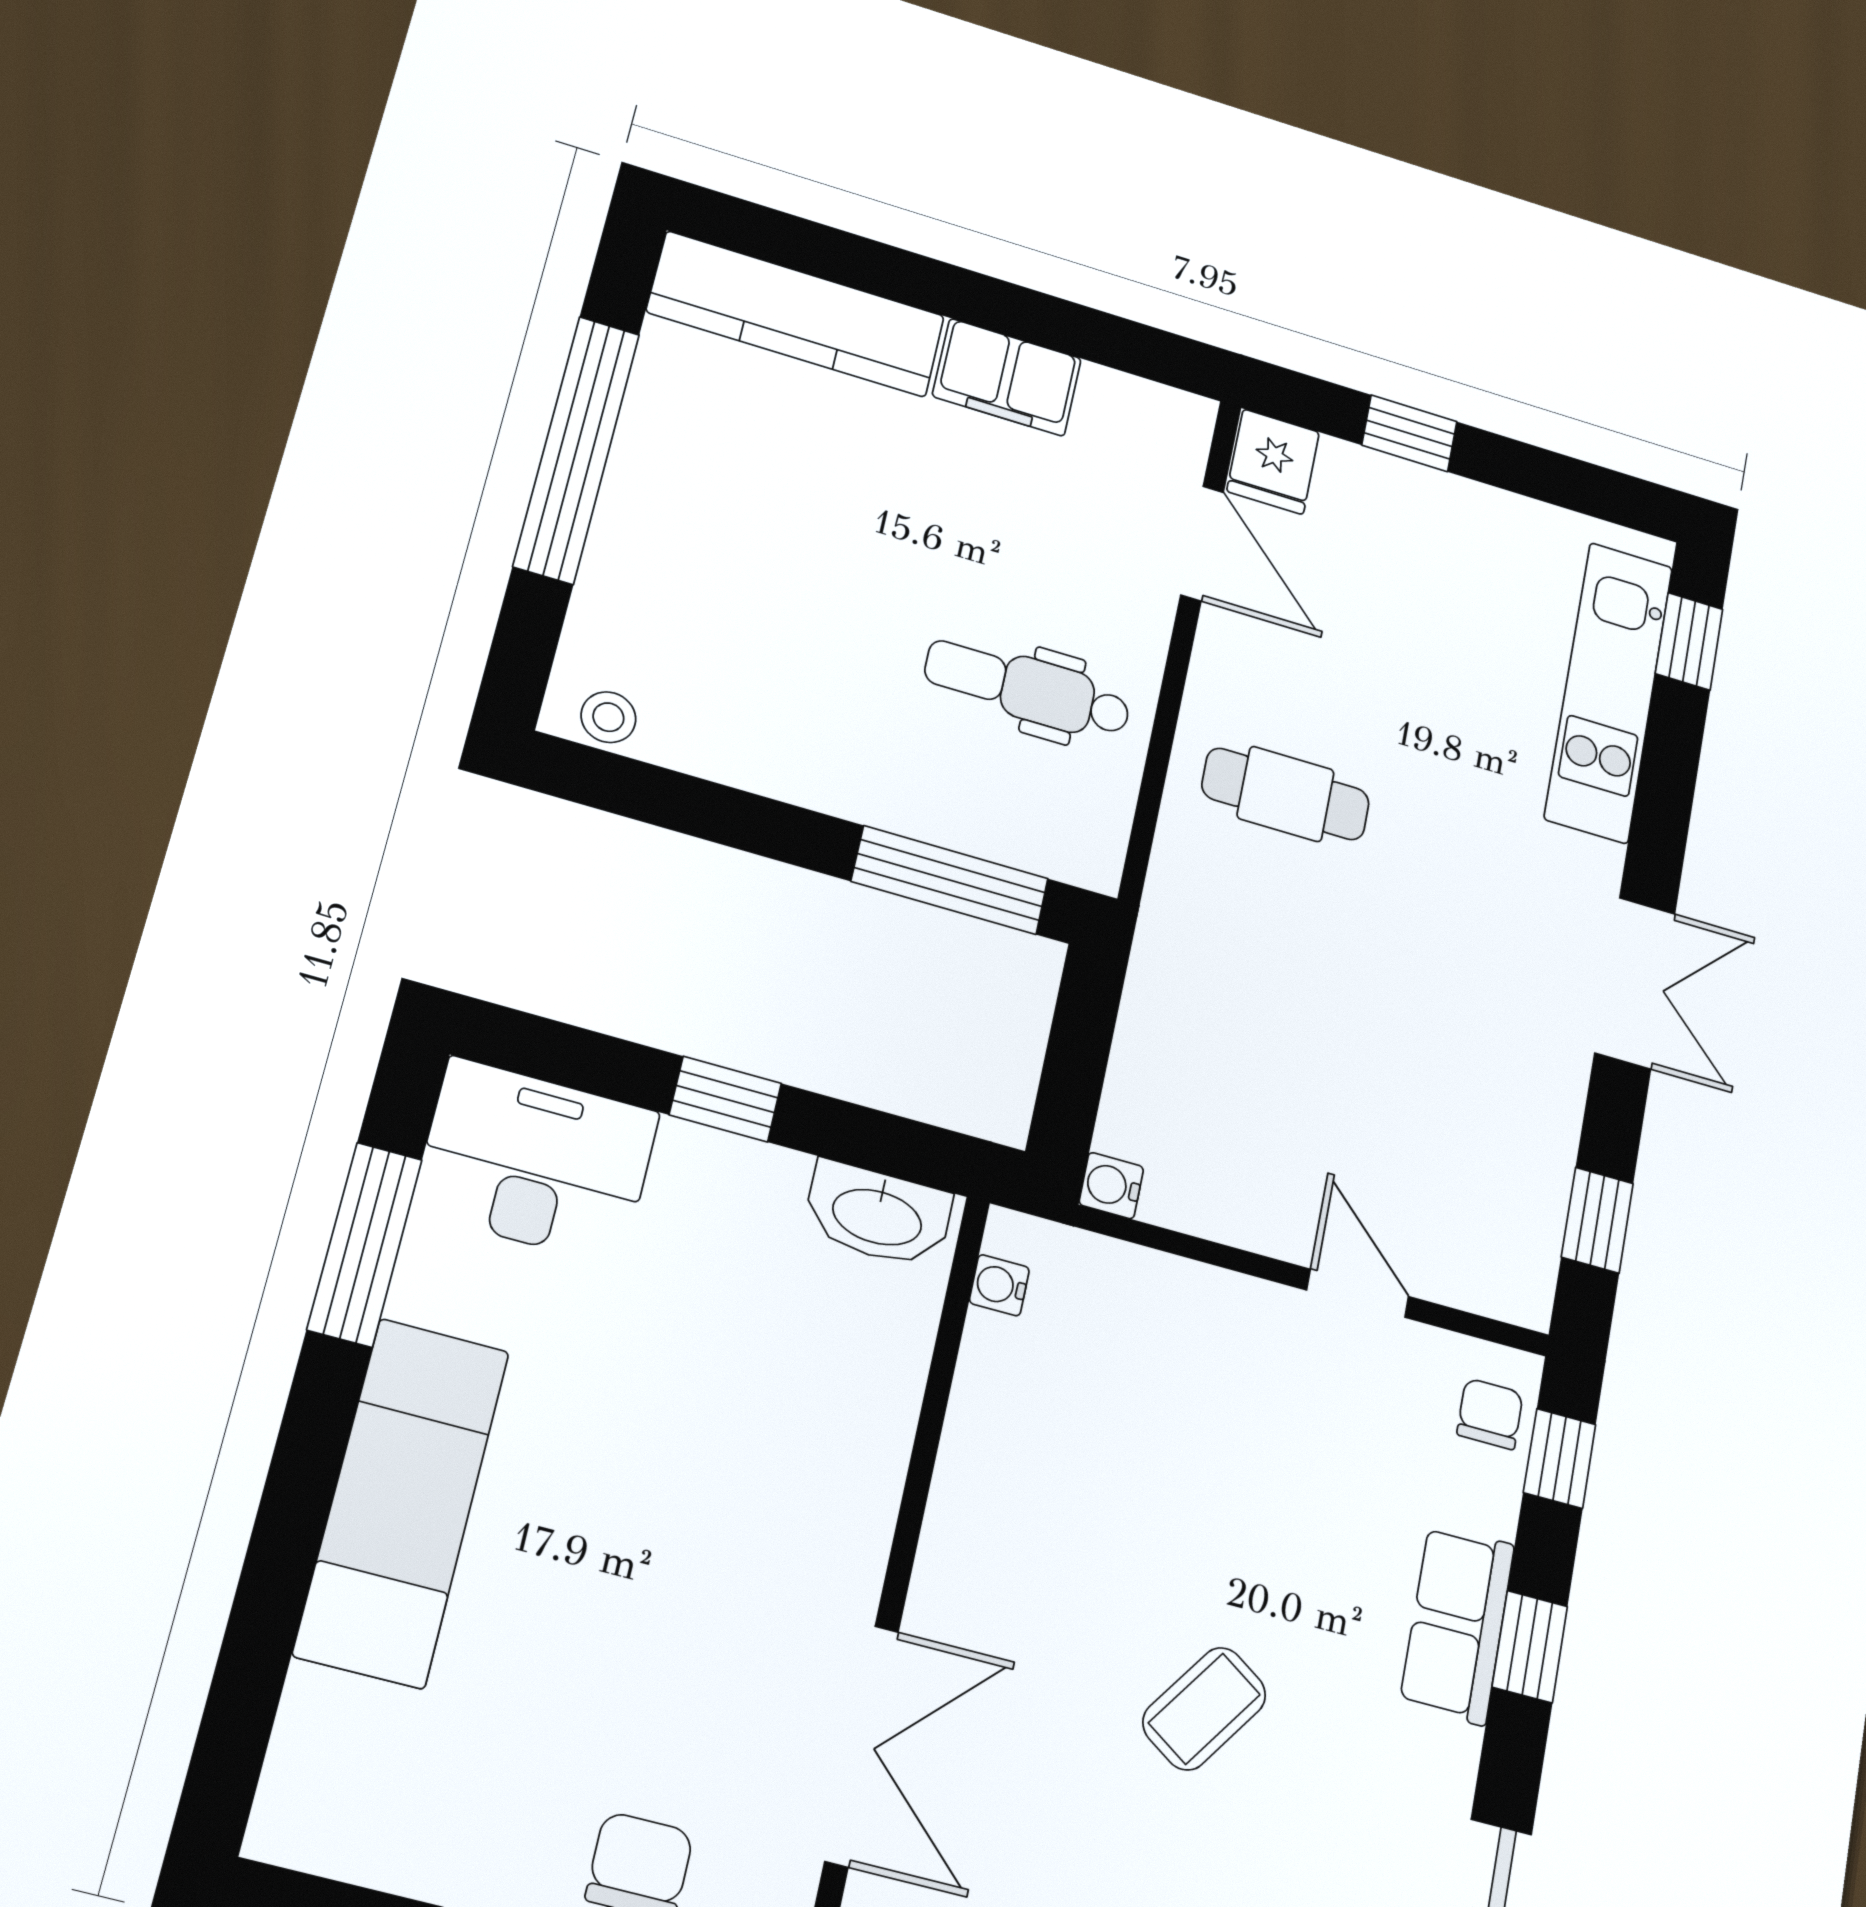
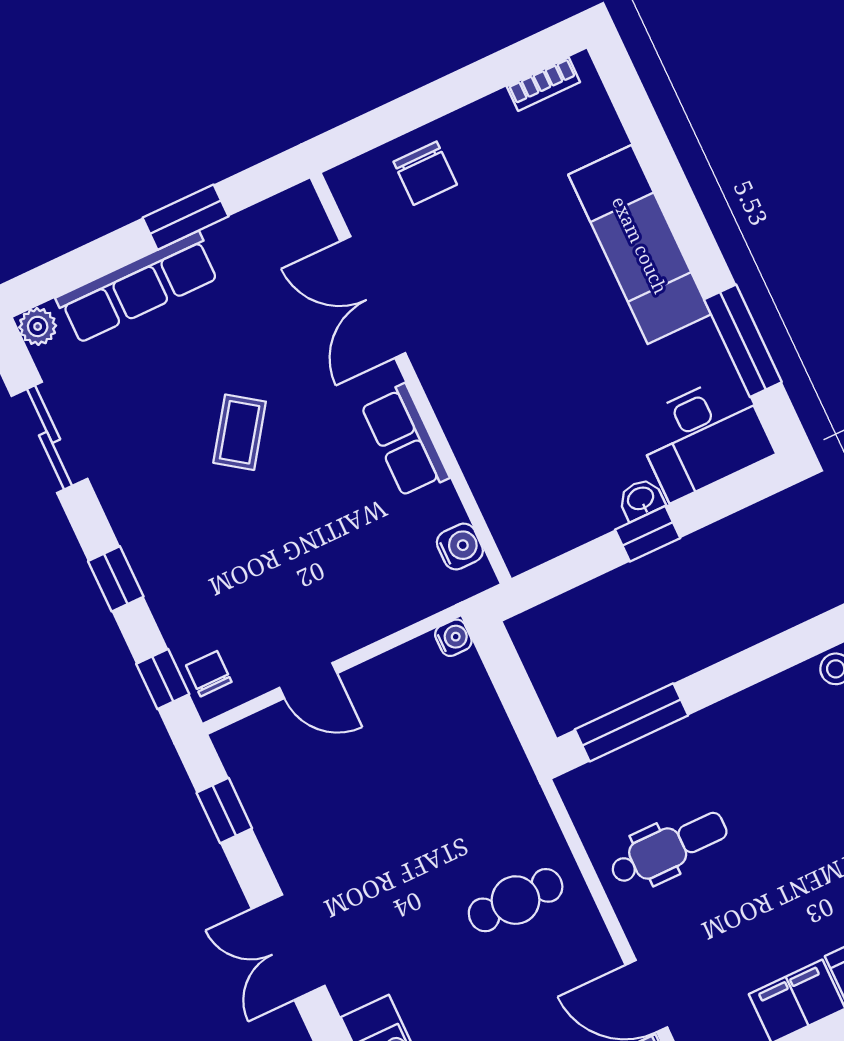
washbasin: (878, 1215) -> (641, 499), moved, width x0.52, depth x0.69
water cooler: (999, 1285) -> (460, 547), width x1.38, depth x1.38
chair: (1490, 1414) -> (209, 674), turned 180
row of seats: (1457, 1624) -> (405, 441), moved, turned 180
bookcase: (350, 1856) -> (543, 84), added

